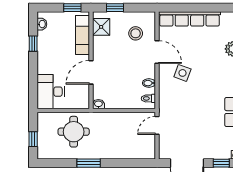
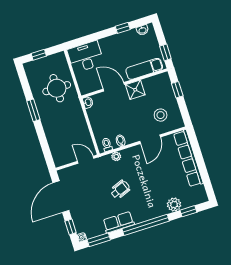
shower: (101, 27) -> (135, 90), moved
side table: (182, 73) -> (139, 167), removed
plant: (164, 93) -> (116, 156), added
wheelchair: (199, 100) -> (120, 190), added

